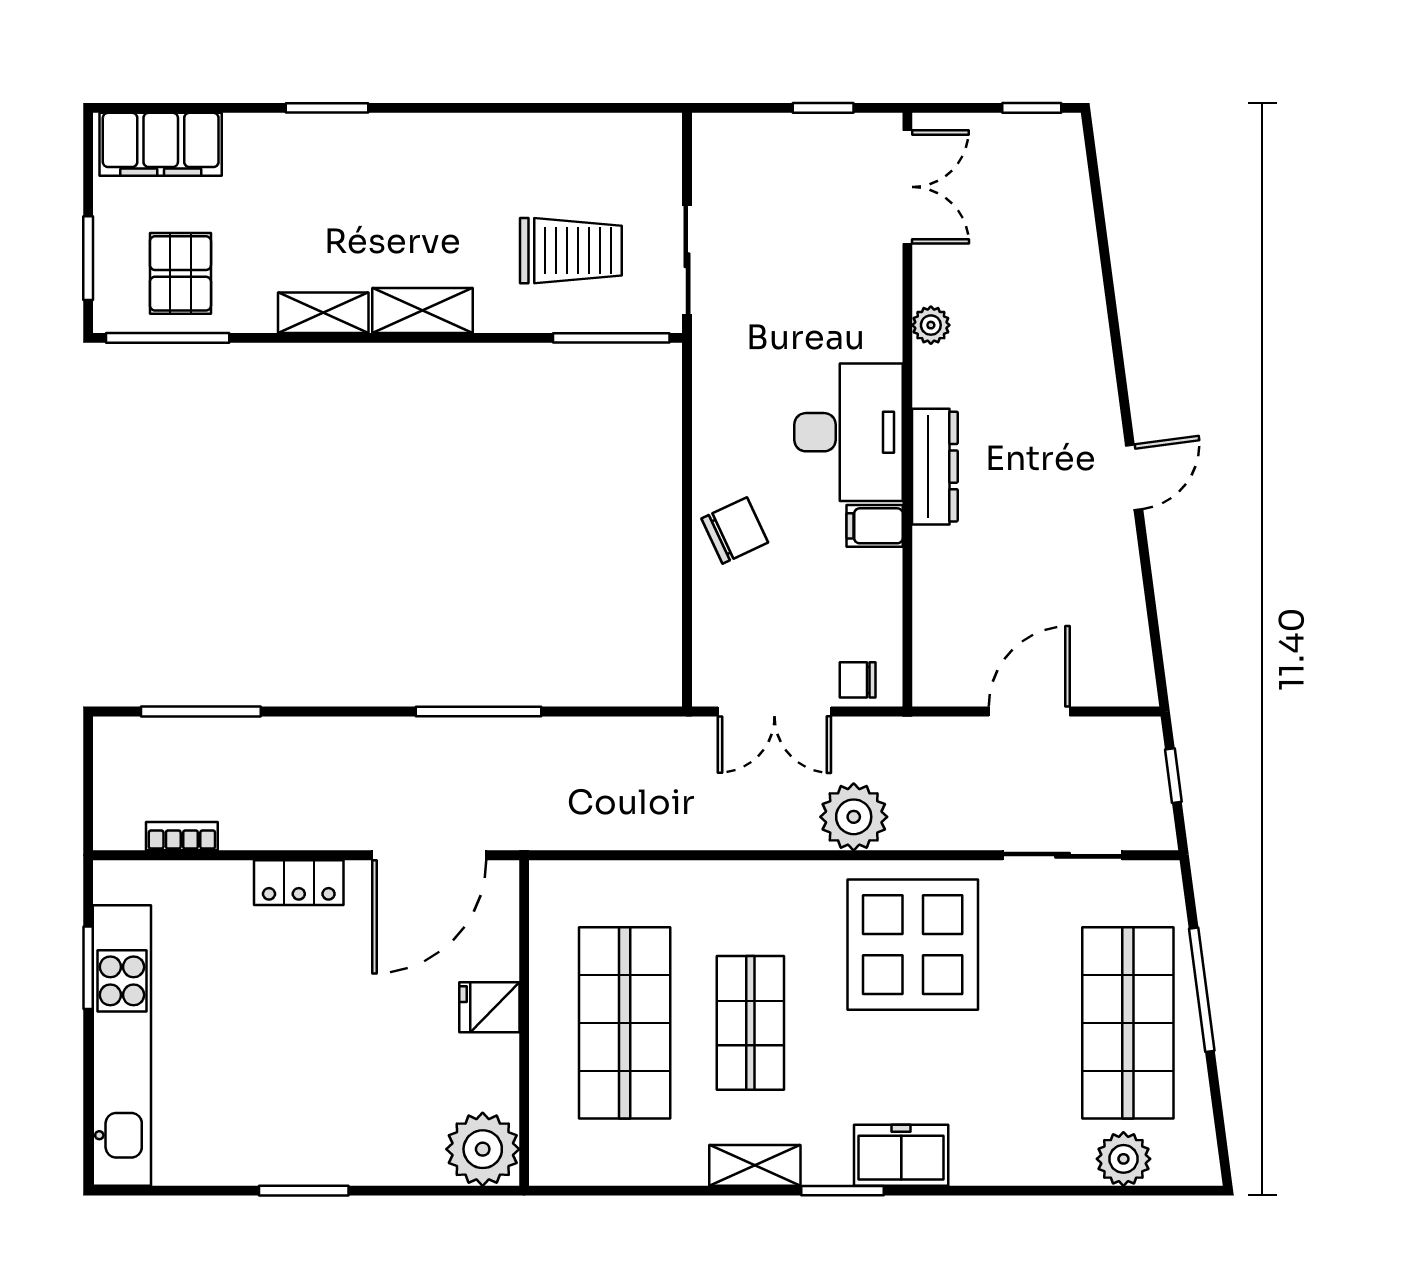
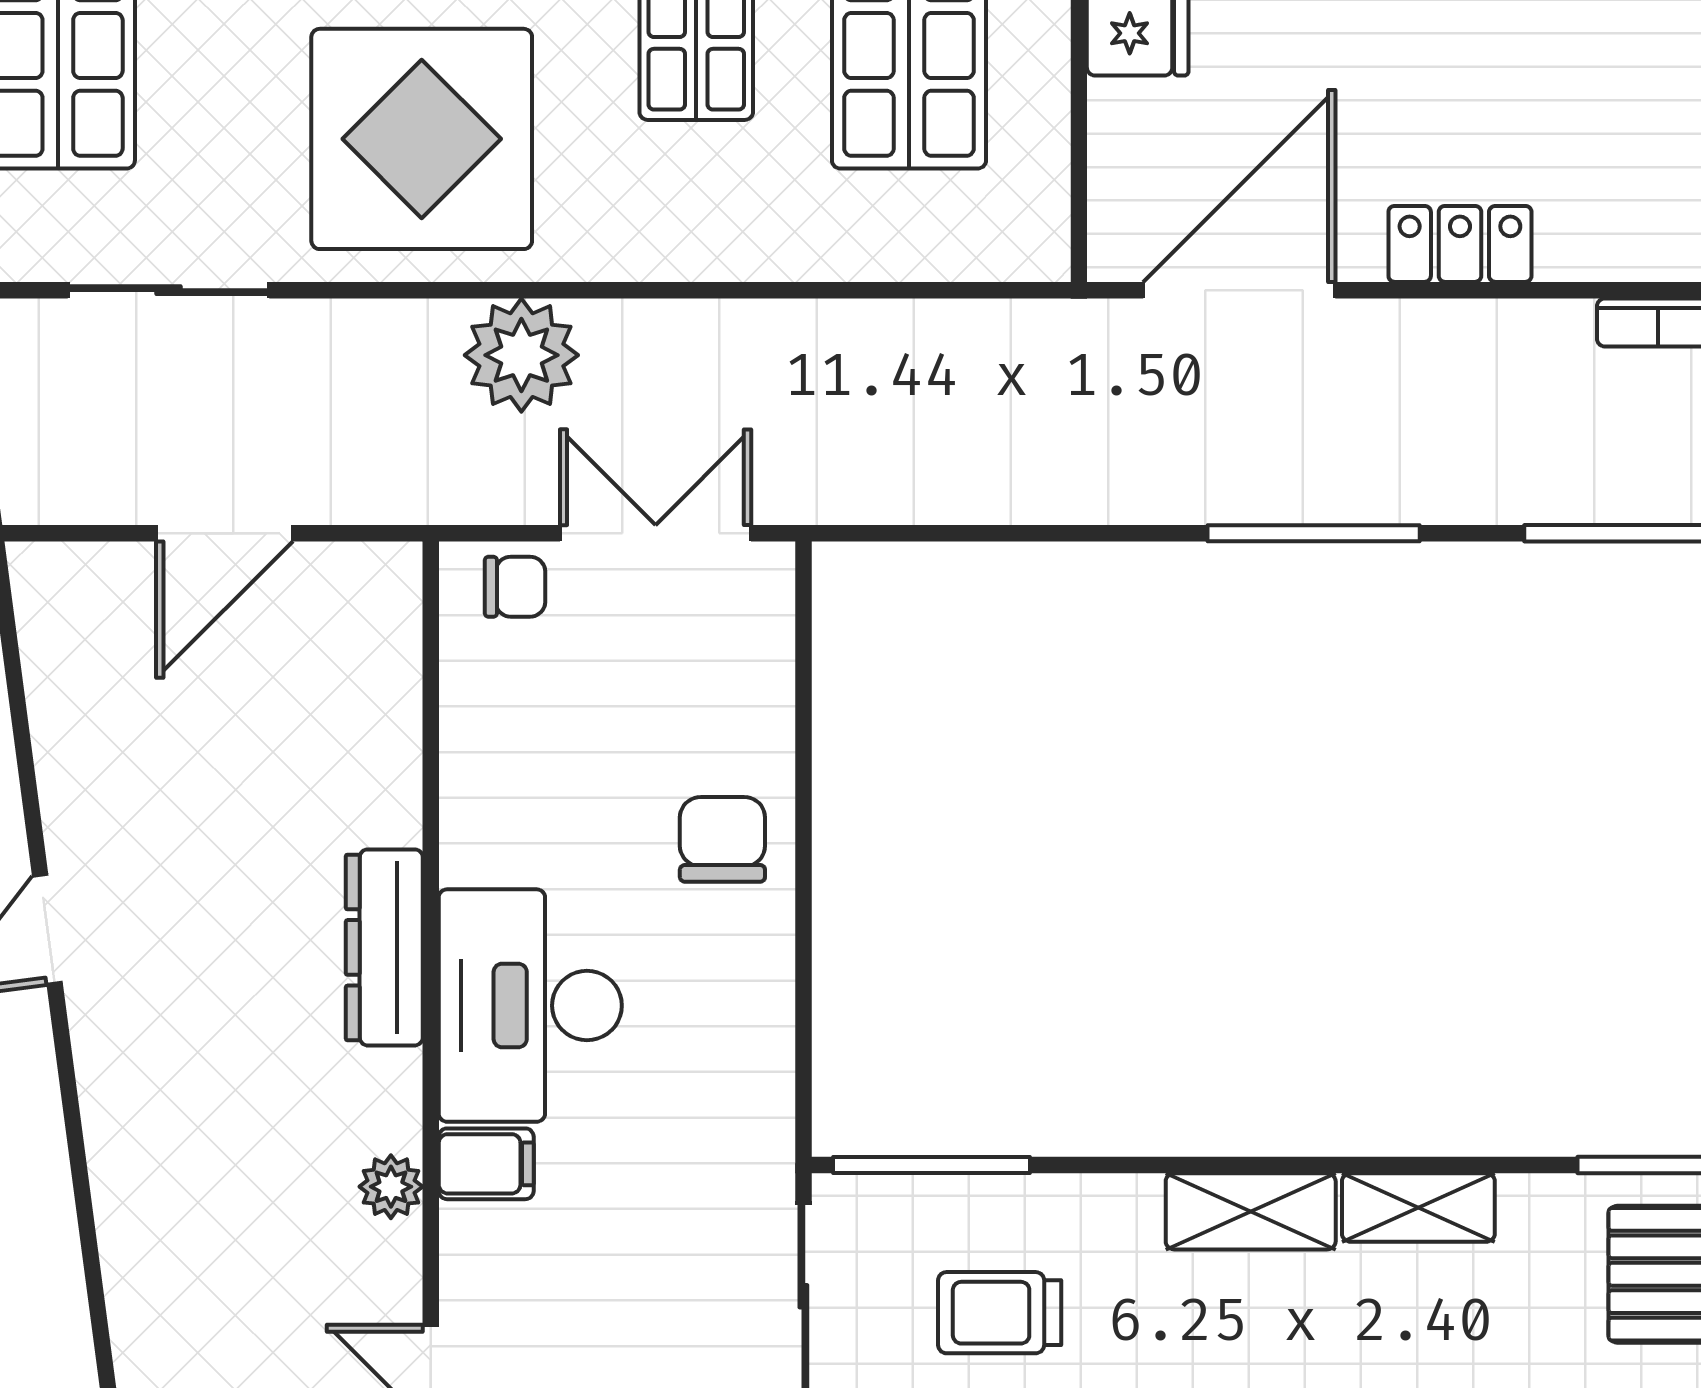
trolley: (571, 251) -> (1000, 1313), width x0.73, depth x0.72
filing cabinet: (875, 526) -> (486, 1164), moved
chair: (735, 530) -> (722, 839), turned 115
window: (479, 712) -> (1314, 533), moved

